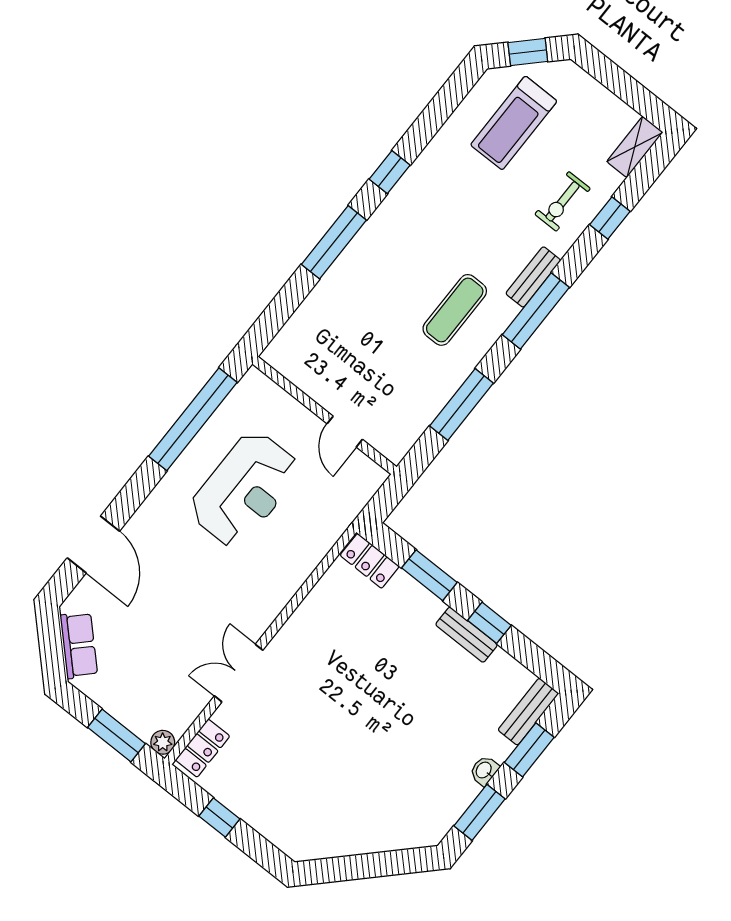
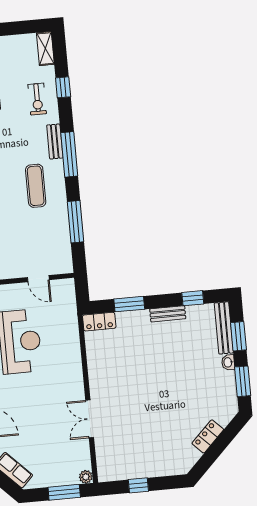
window: (489, 623) -> (193, 298), moved
bench: (528, 712) -> (224, 328), width x1.36
locker: (203, 748) -> (208, 436), moved, turned -135

